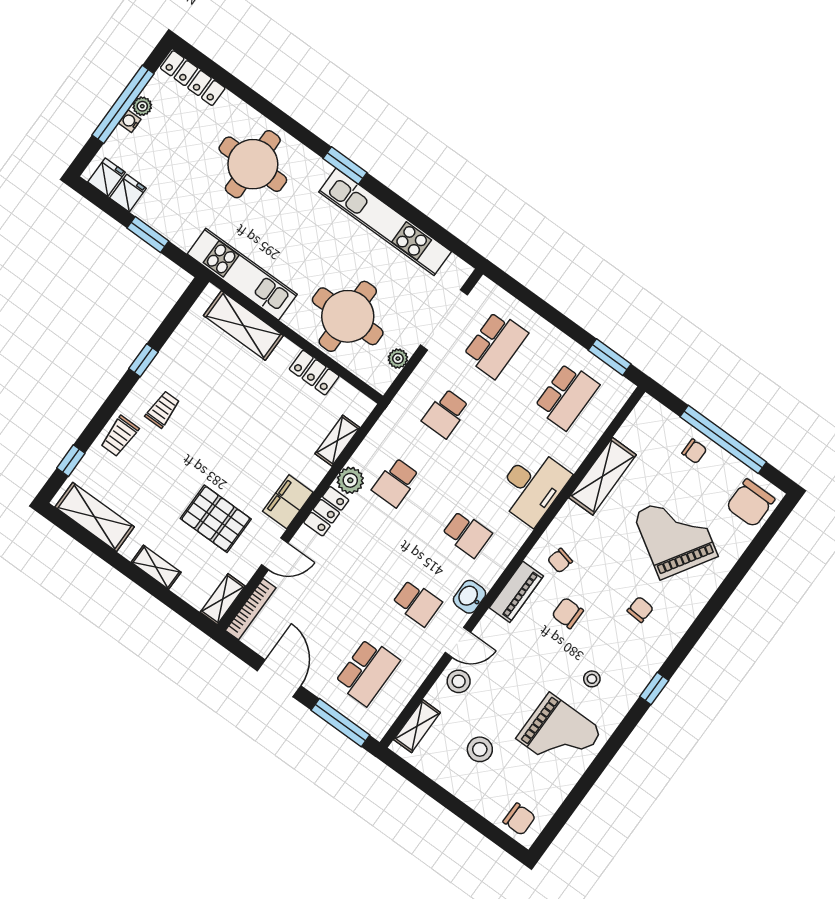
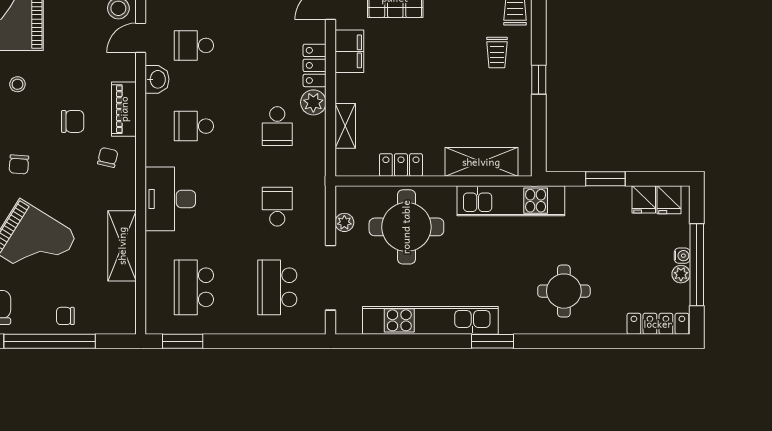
round table: (253, 164) -> (564, 291), width x0.73, depth x0.73
school desk: (396, 482) -> (277, 126), turned 180

